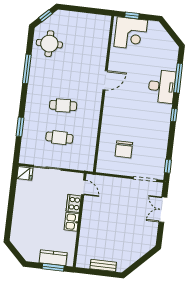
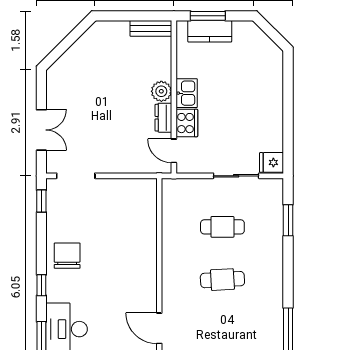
door: (105, 80) -> (159, 328), hinge flipped
window: (20, 127) -> (288, 220), moved
chair: (124, 149) -> (67, 256), moved
dresser: (87, 208) -> (163, 118), added
plant: (87, 225) -> (161, 91), added
bench: (103, 265) -> (151, 28), moved

